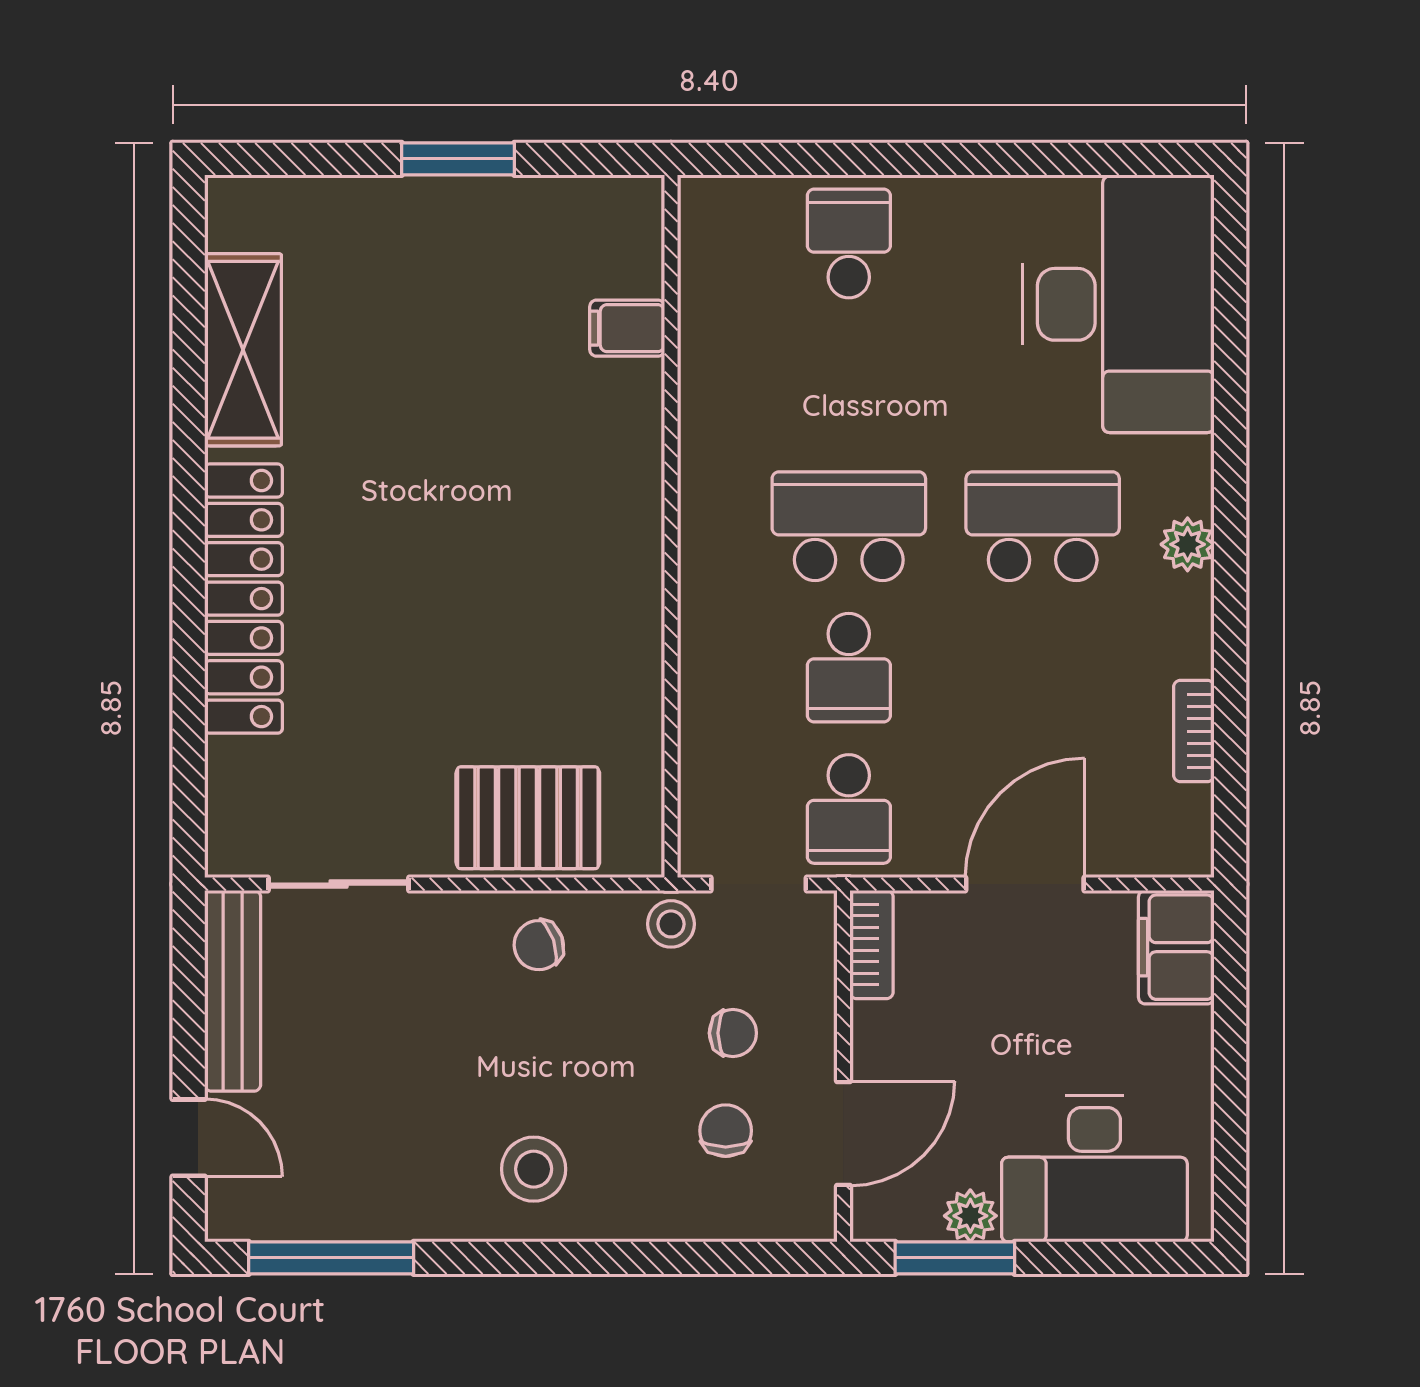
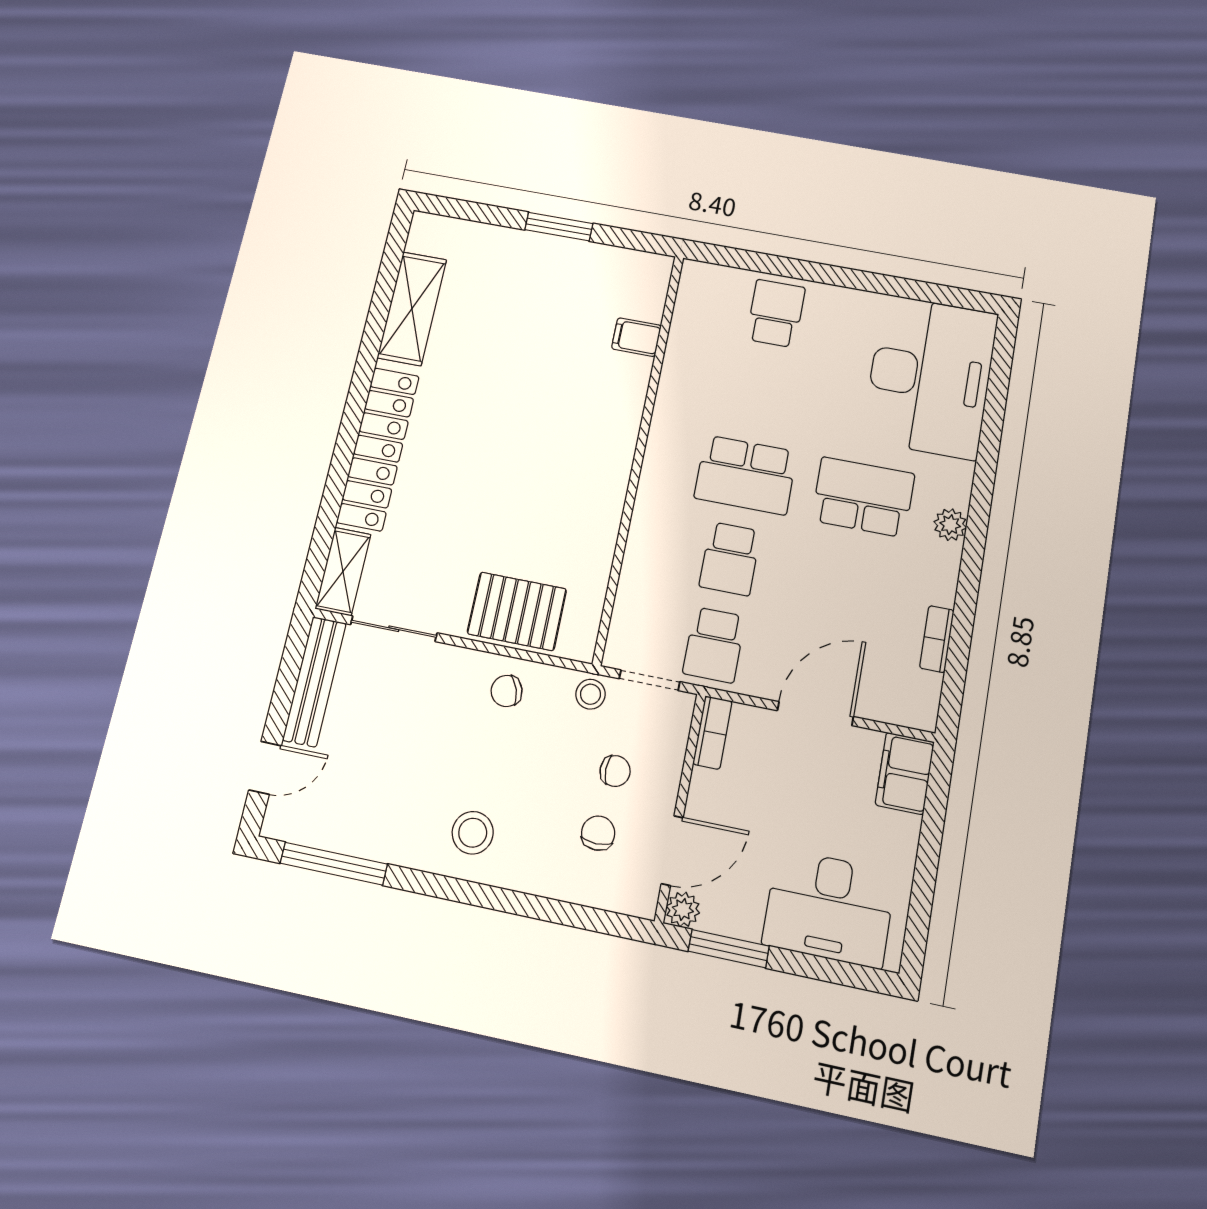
school desk: (849, 526) -> (746, 475), turned 180
shelving: (235, 810) -> (343, 571), added
door: (189, 1138) -> (265, 768), hinge flipped
plant: (970, 1216) -> (683, 909), moved

